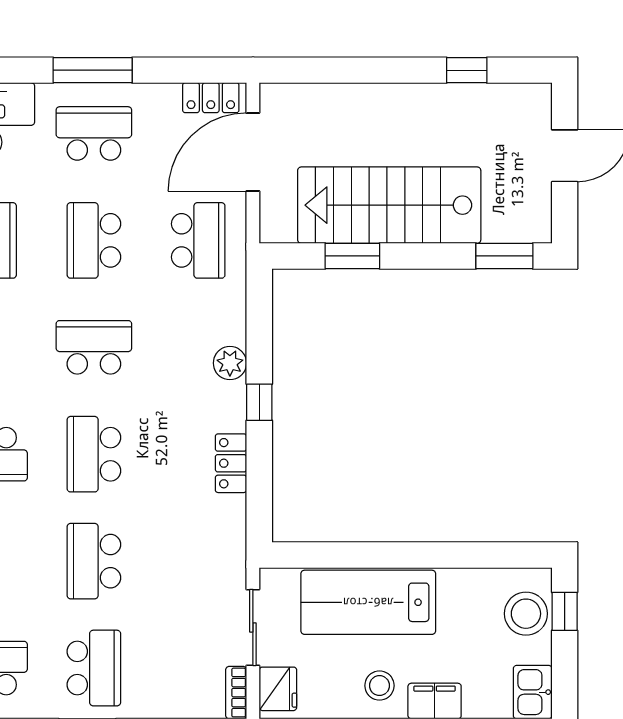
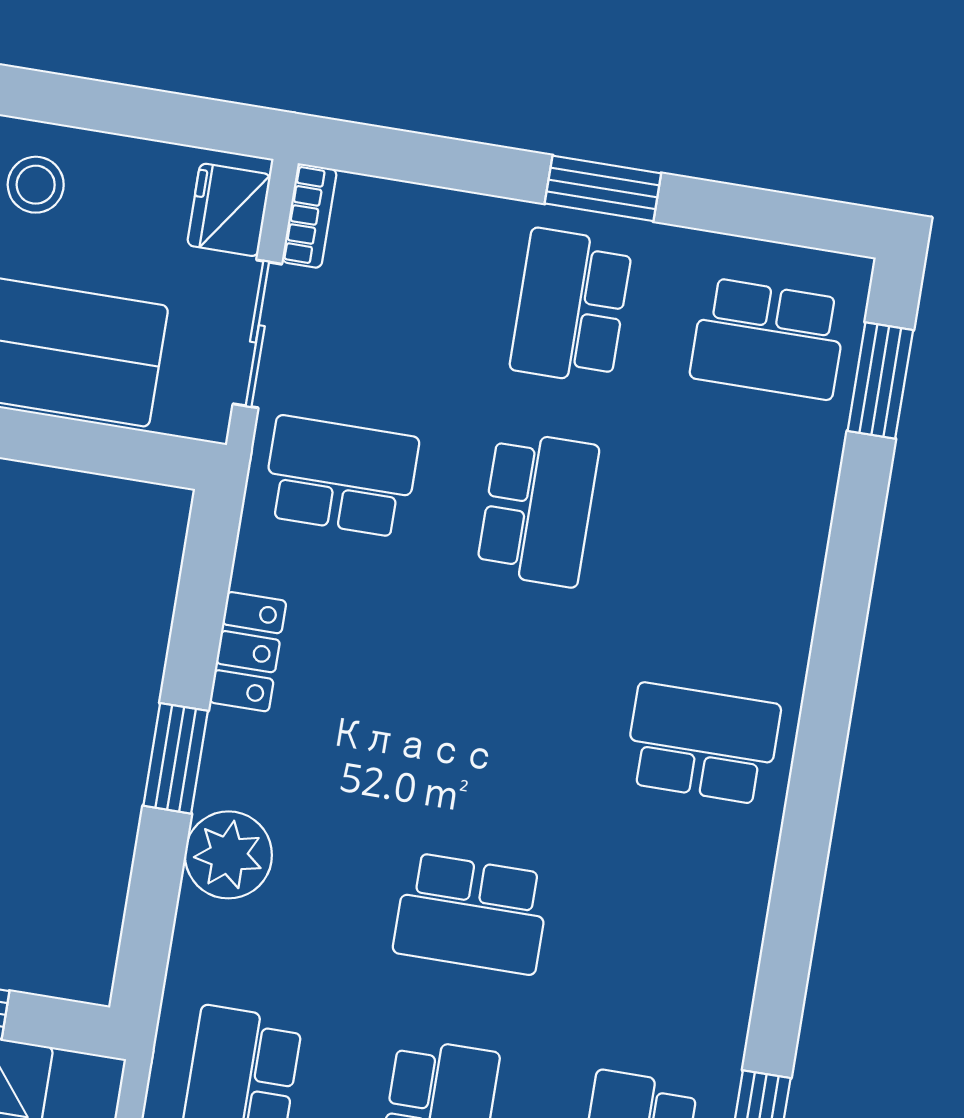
plant: (230, 363) -> (228, 855), width x1.36, depth x1.36
window: (259, 402) -> (176, 758), width x1.50
school desk: (94, 454) -> (340, 476), moved, turned -90

